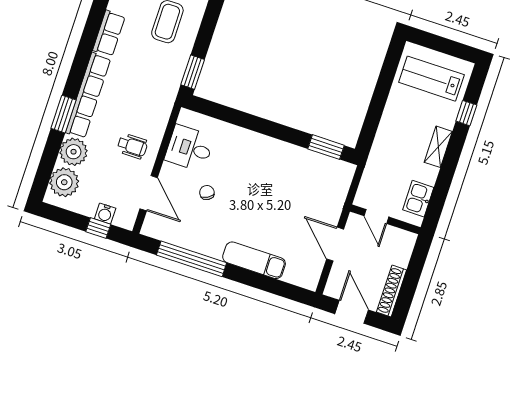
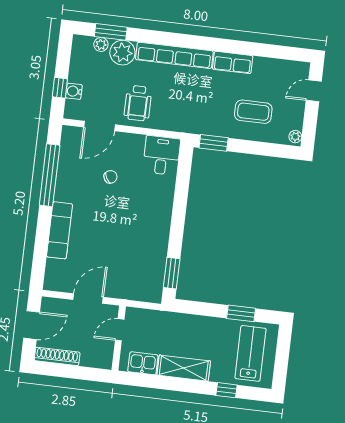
window: (385, 80) -> (241, 313), added
window: (63, 114) -> (111, 32), moved
wheelchair: (132, 146) -> (138, 103), width x1.36, depth x1.37
shelving: (438, 147) -> (184, 368), width x1.50, depth x1.33
desk: (189, 148) -> (162, 155), moved
plant: (64, 182) -> (101, 44), width x0.53, depth x0.53

